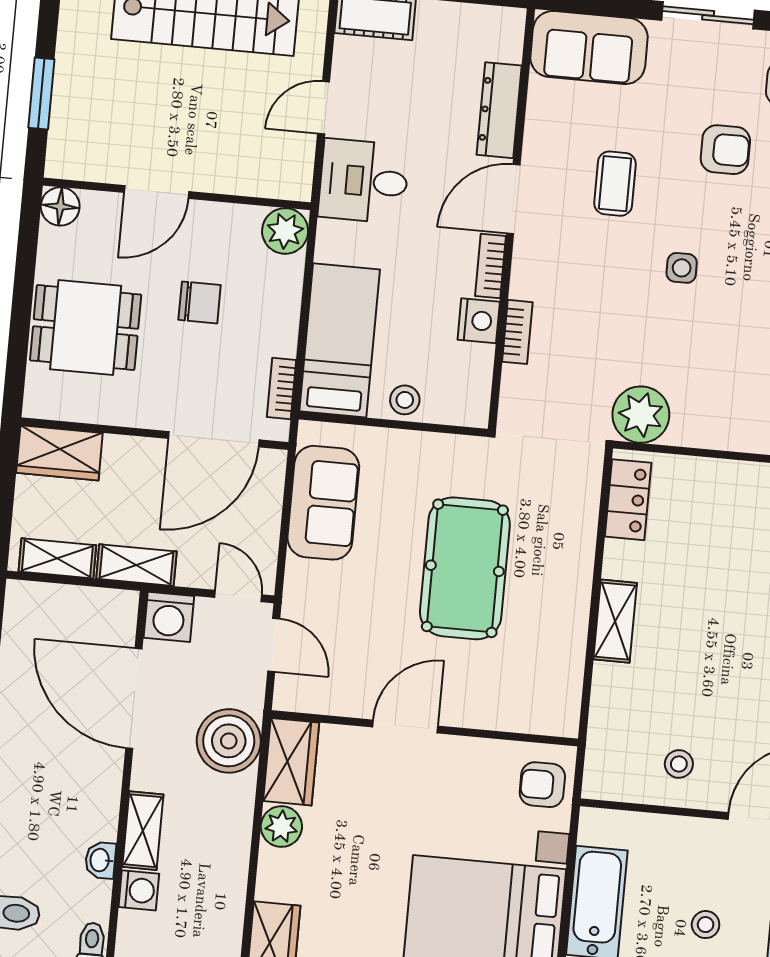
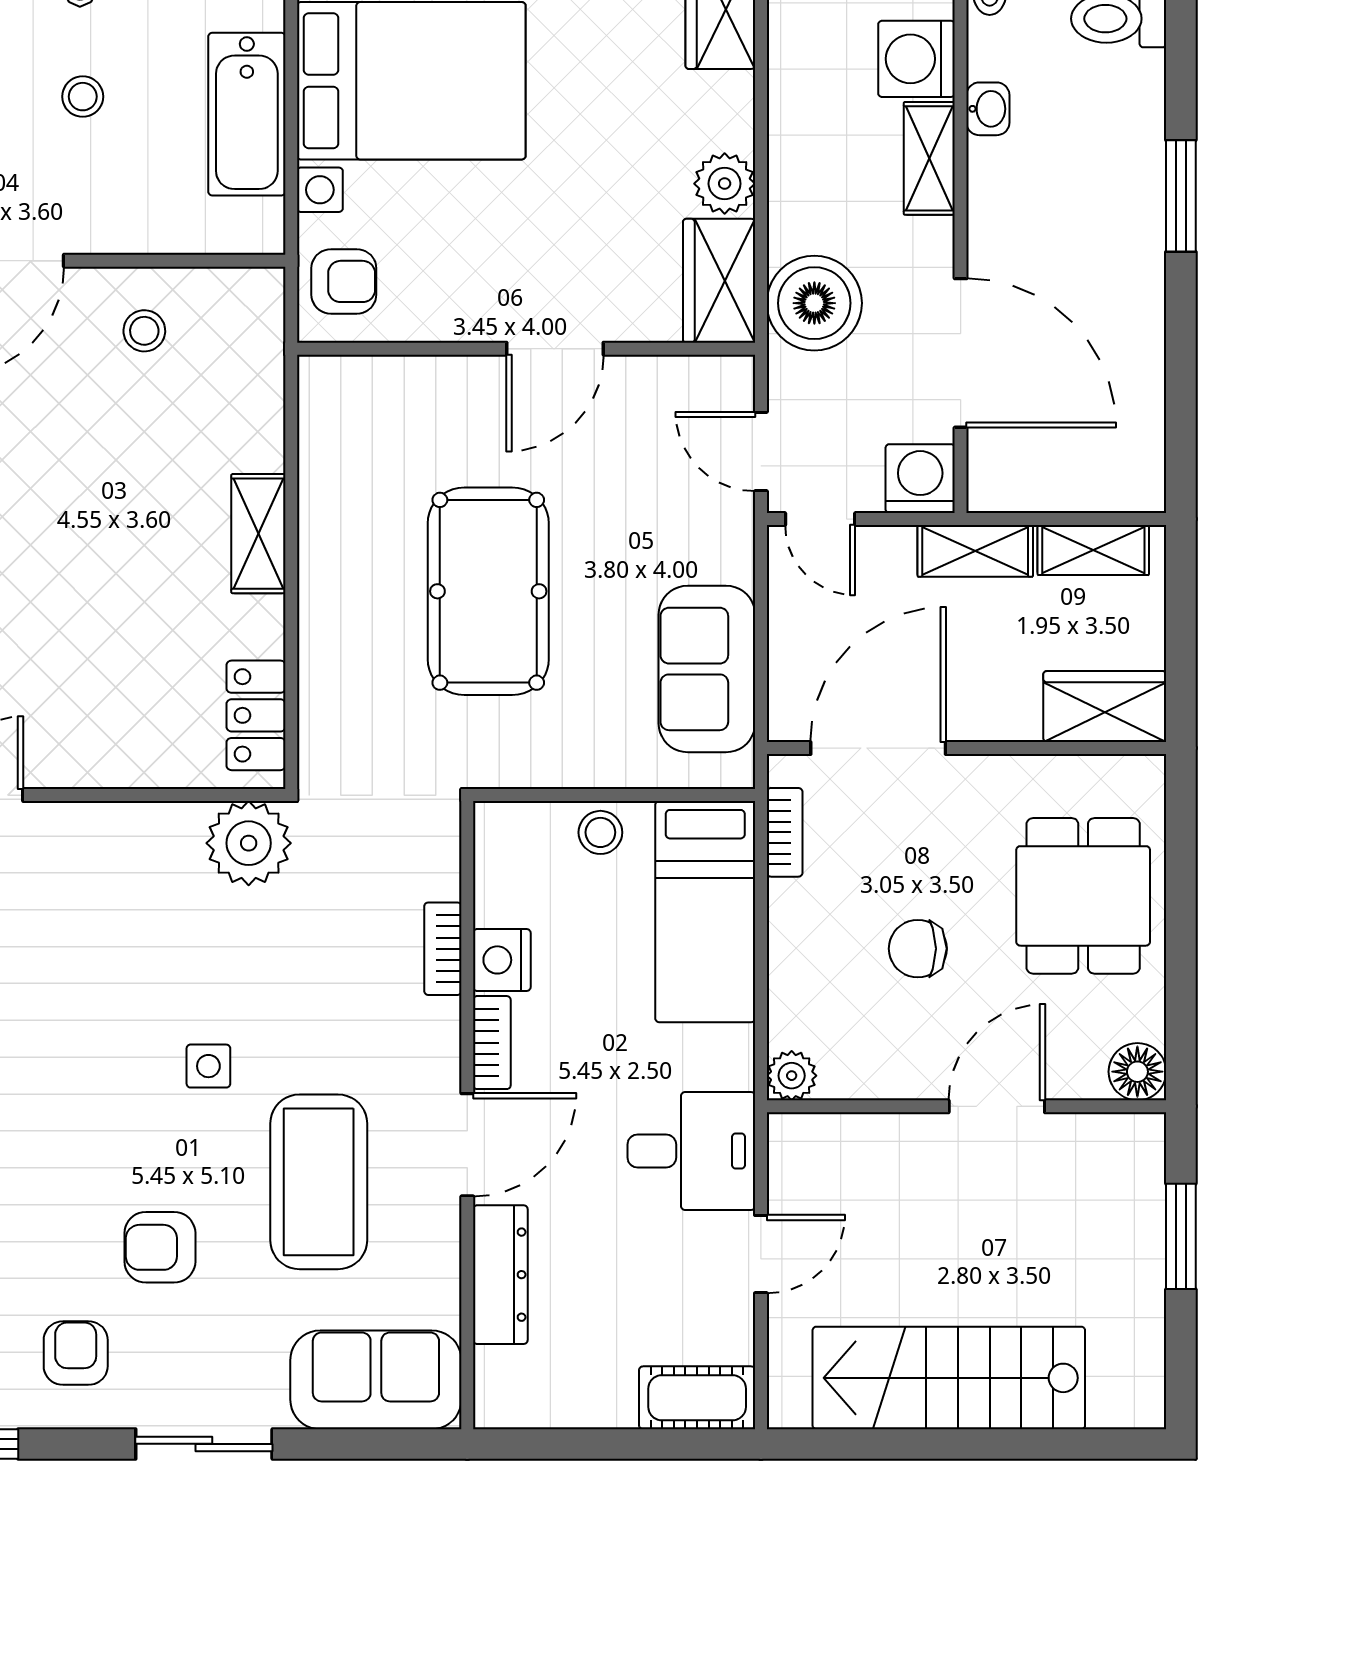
coffee table: (615, 184) -> (319, 1182), width x1.86, depth x1.72
plant: (285, 231) -> (792, 1076), width x0.73, depth x0.73
dining table: (86, 327) -> (1083, 896), turned 90
washing machine: (139, 890) -> (917, 59), width x1.38, depth x1.38

